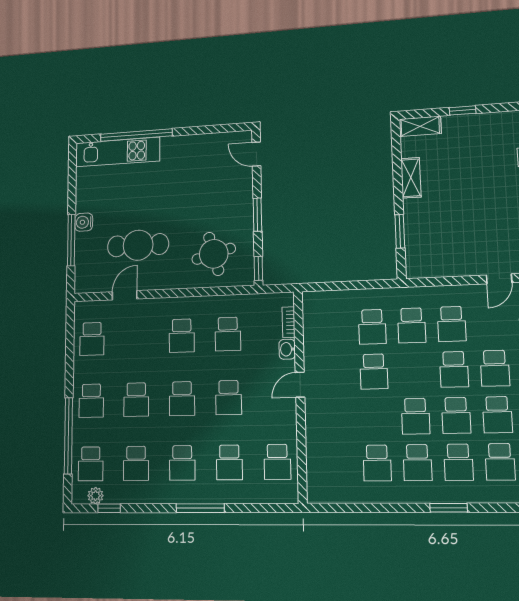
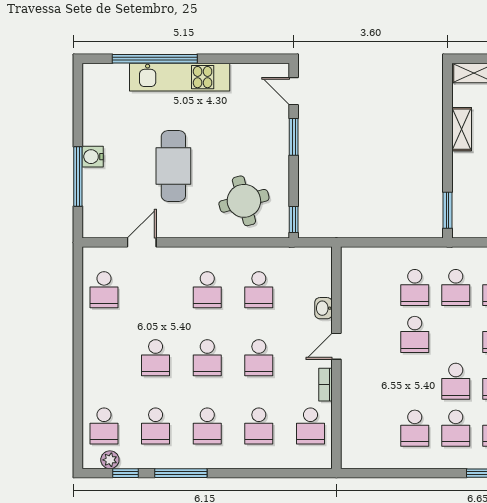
kitchen unit: (117, 152) -> (180, 77), moved
window: (257, 215) -> (294, 137), moved
window: (400, 231) -> (447, 210), moved
cafe table: (138, 245) -> (173, 166), moved, turned 90
bookcase: (289, 322) -> (326, 385), moved
school desk: (91, 401) -> (104, 358), removed
window: (68, 436) -> (78, 395), removed
window: (200, 508) -> (181, 473), moved

